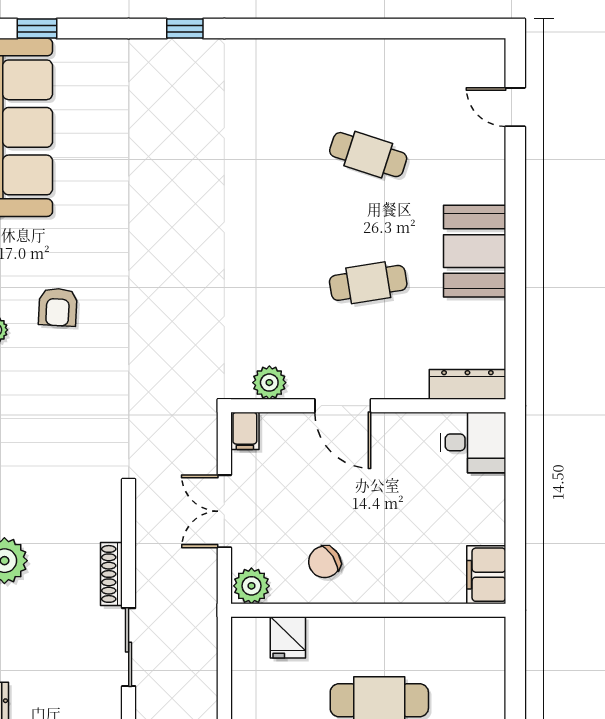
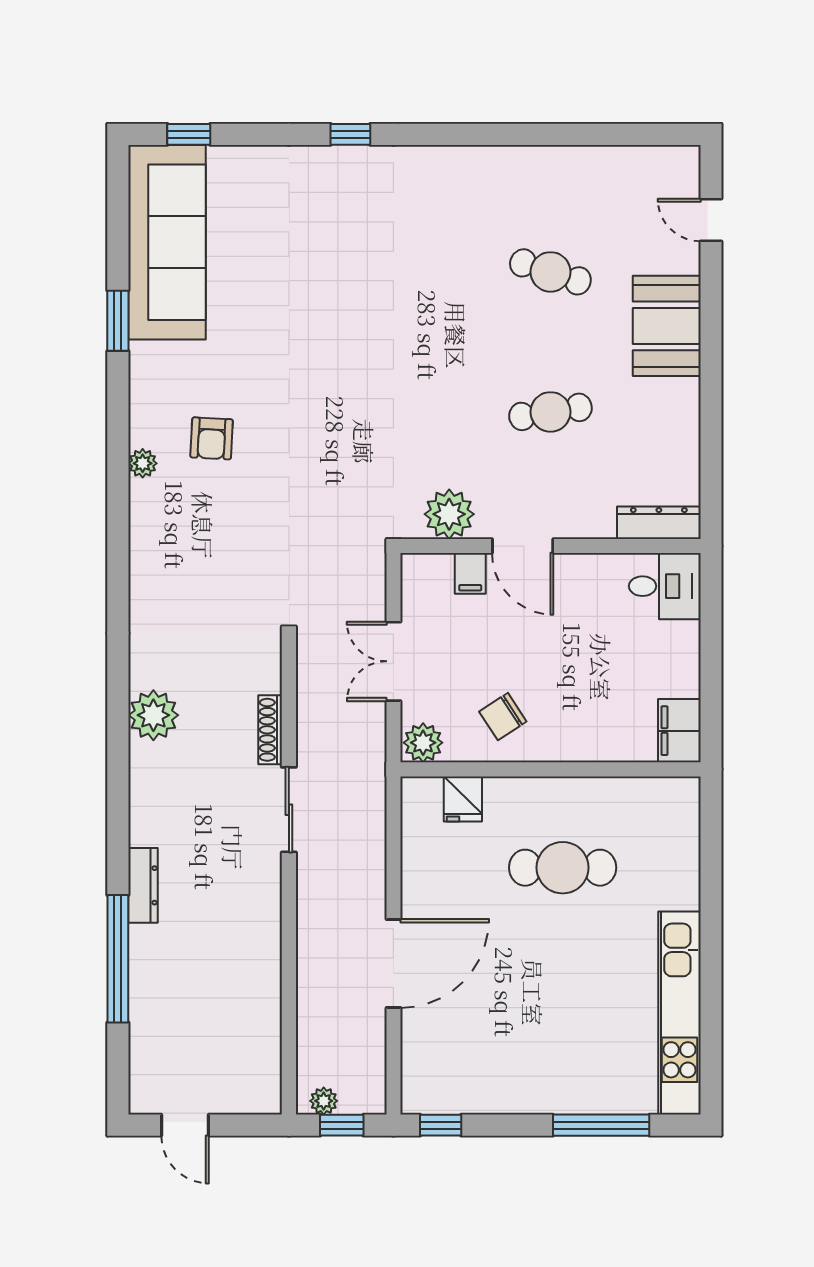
booth: (475, 251) -> (667, 326), moved
plant: (269, 383) -> (449, 514), width x1.36, depth x1.36
filing cabinet: (245, 431) -> (470, 573), moved

